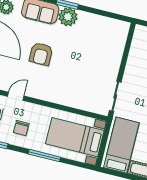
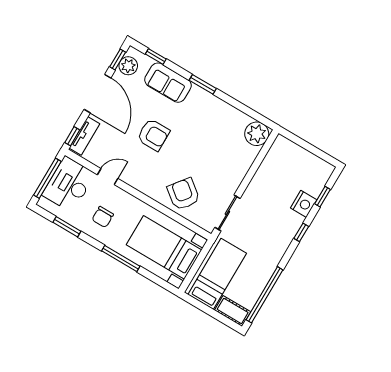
plant: (68, 17) -> (257, 134), moved
armchair: (41, 54) -> (153, 135), turned -90
armchair: (77, 92) -> (183, 194), added

